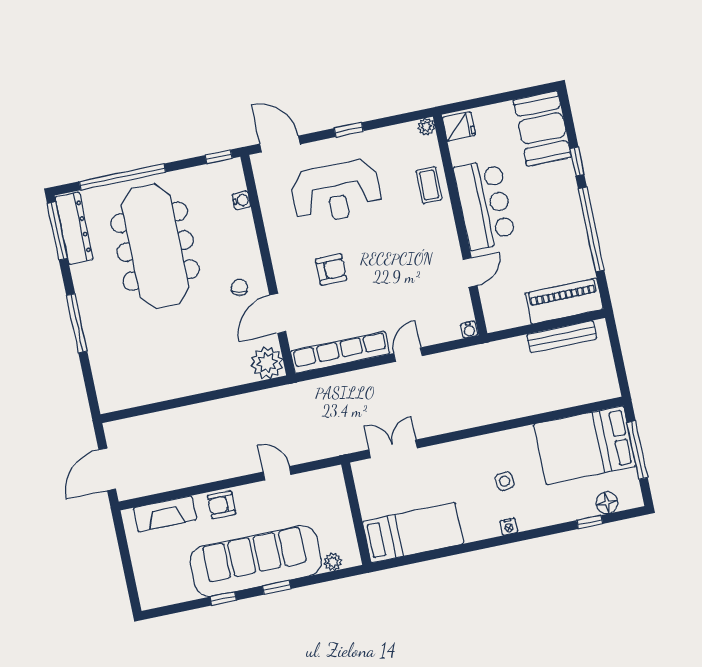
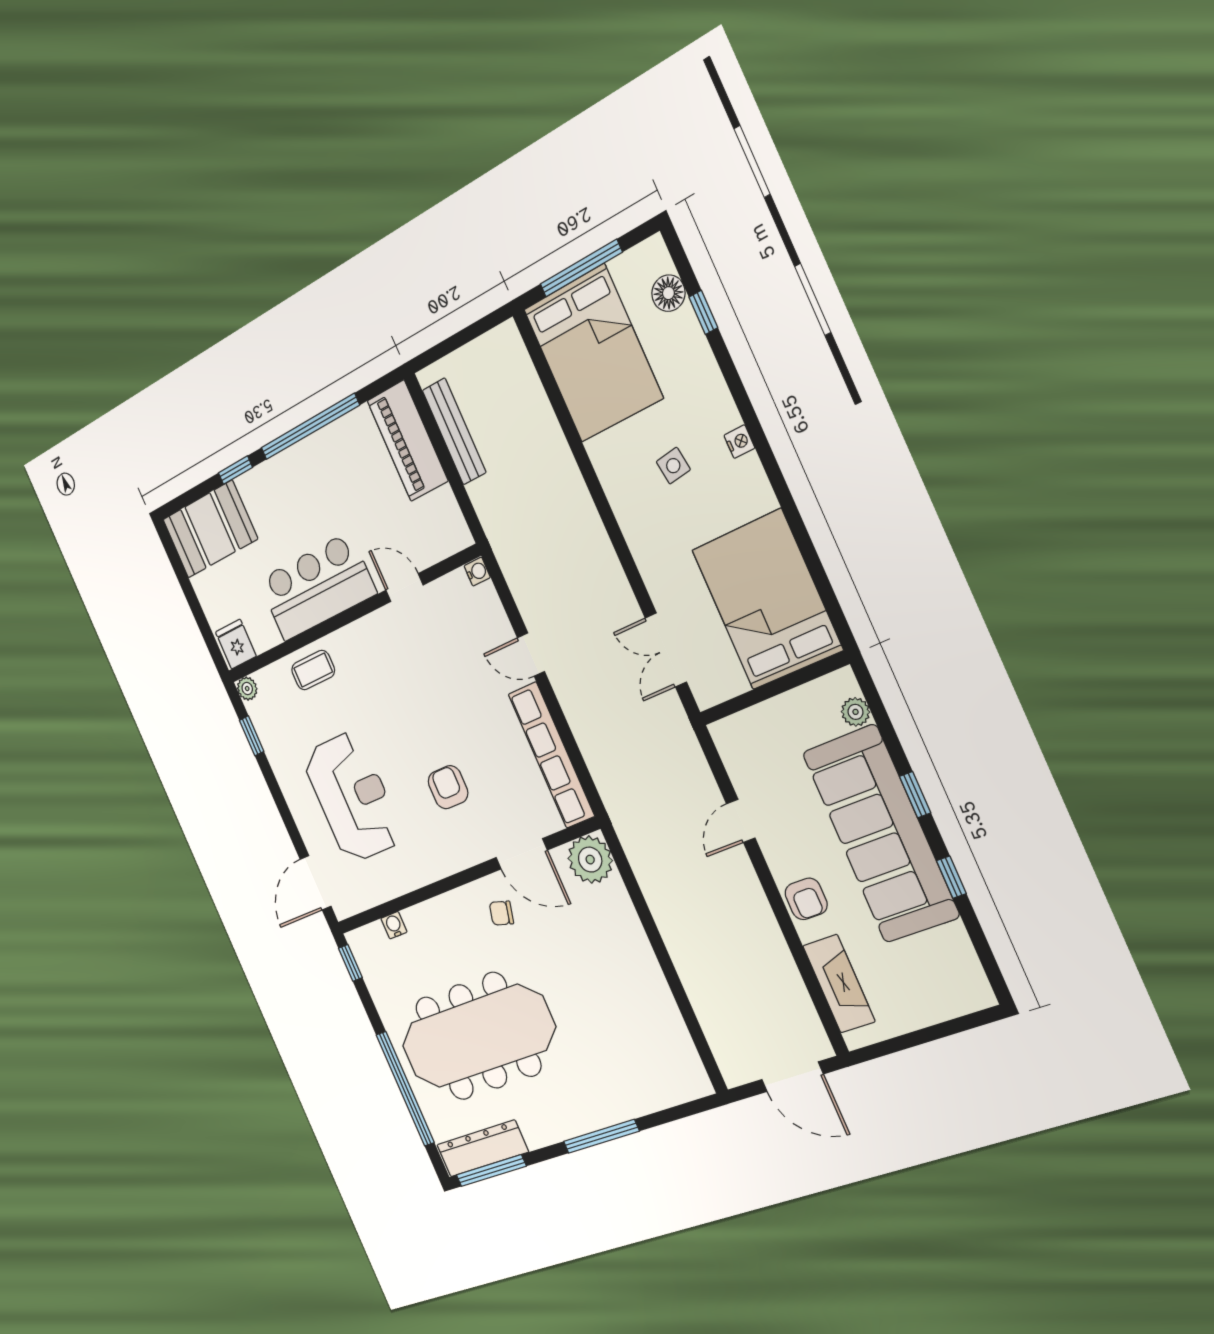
window: (349, 130) -> (252, 736), moved
bed: (413, 533) -> (767, 600), width x1.50

